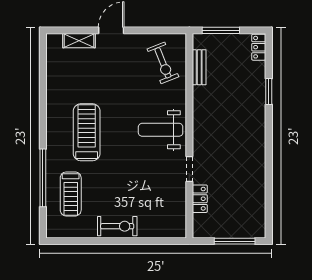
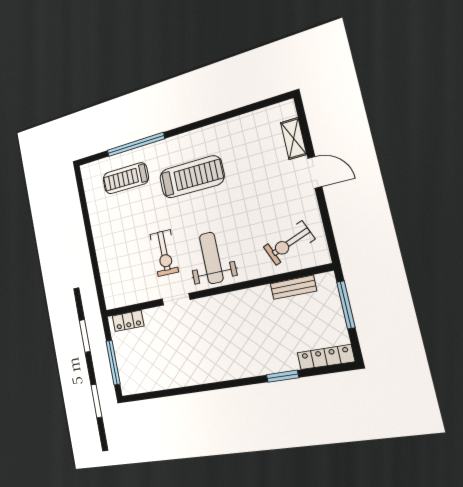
locker: (259, 47) -> (326, 357), width x1.53
locker: (200, 199) -> (128, 321), moved
exercise bike: (117, 226) -> (164, 253), moved

